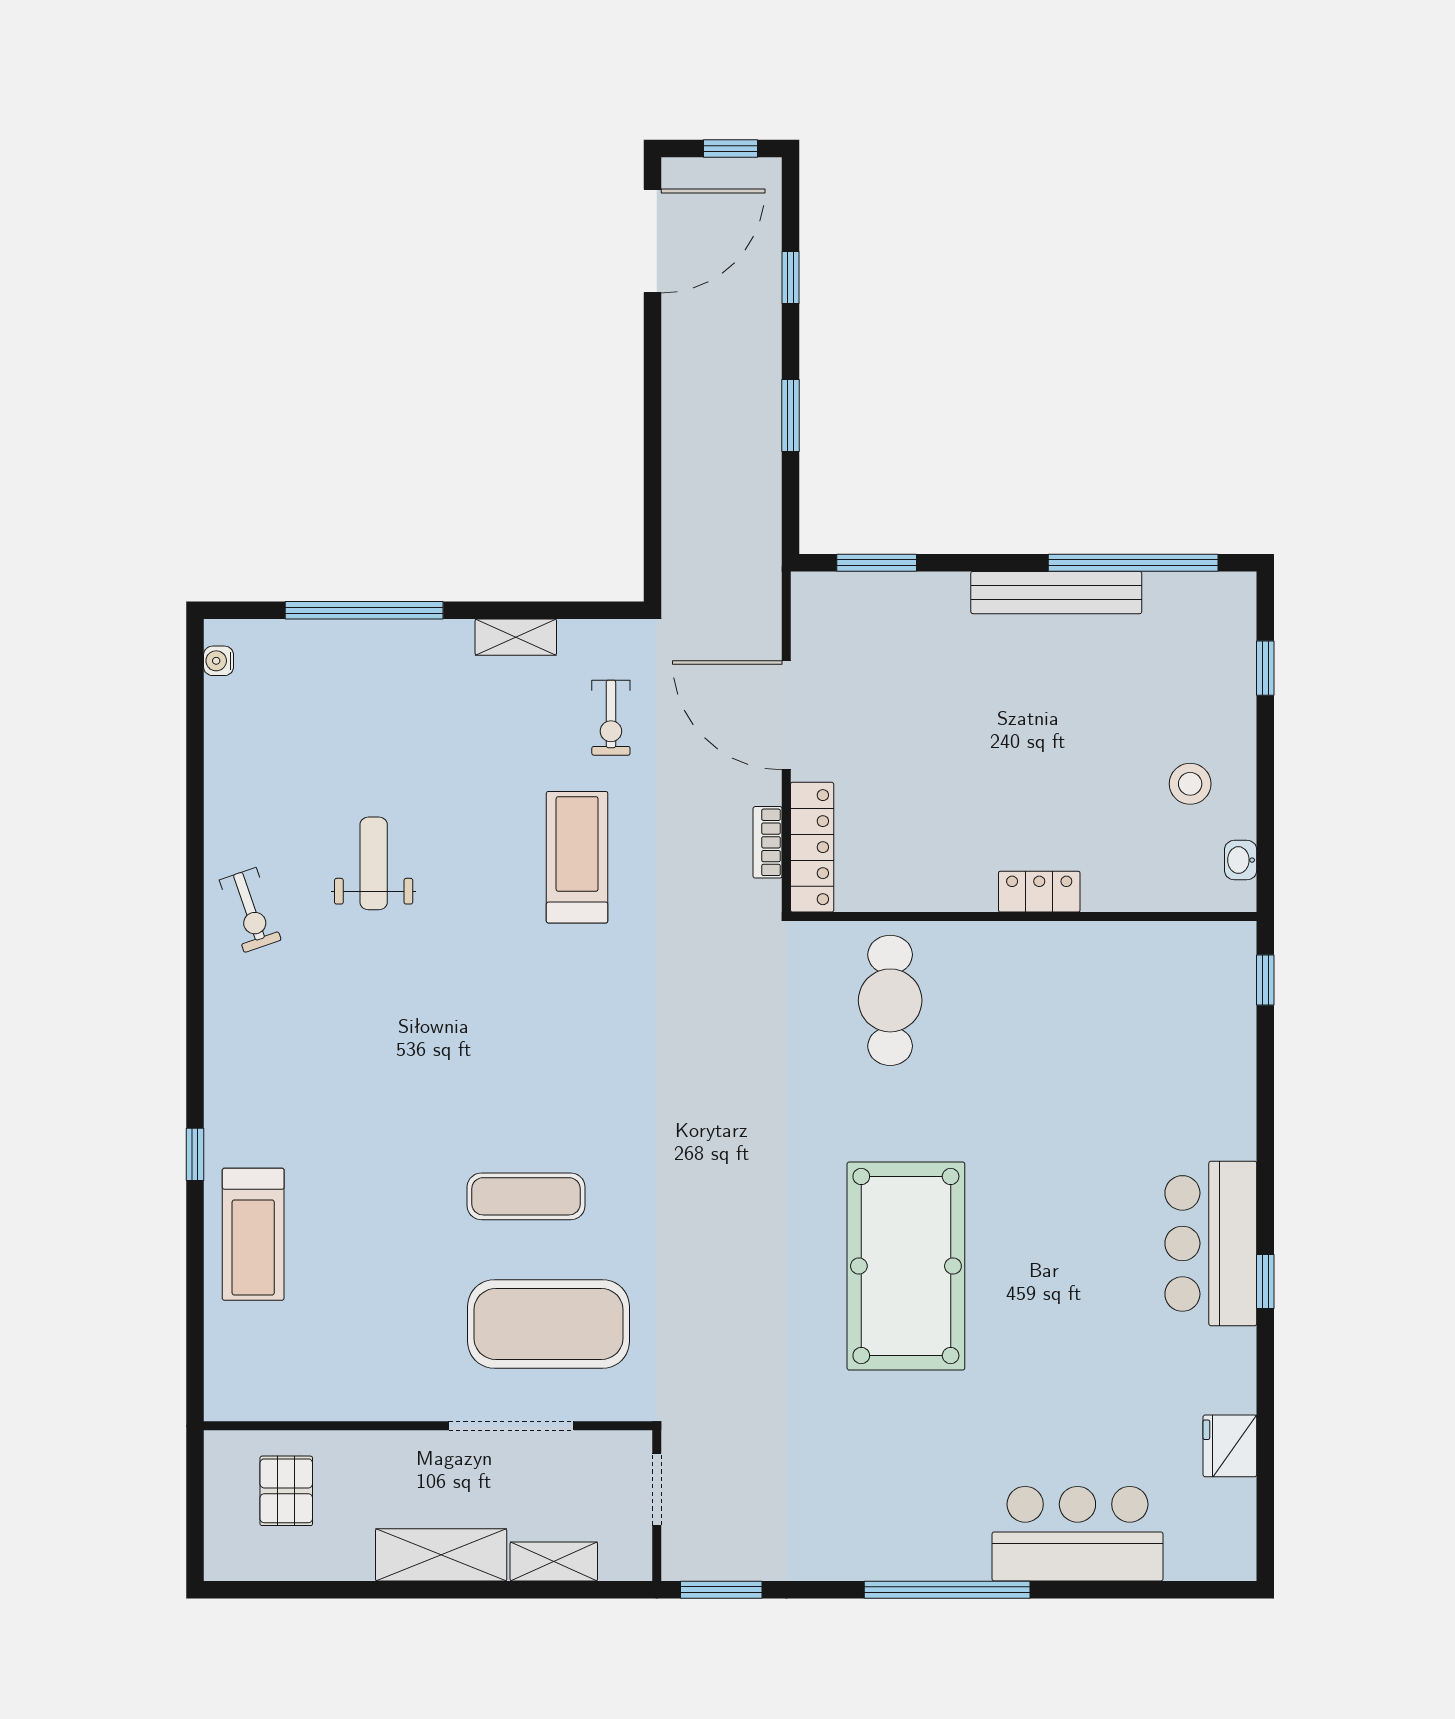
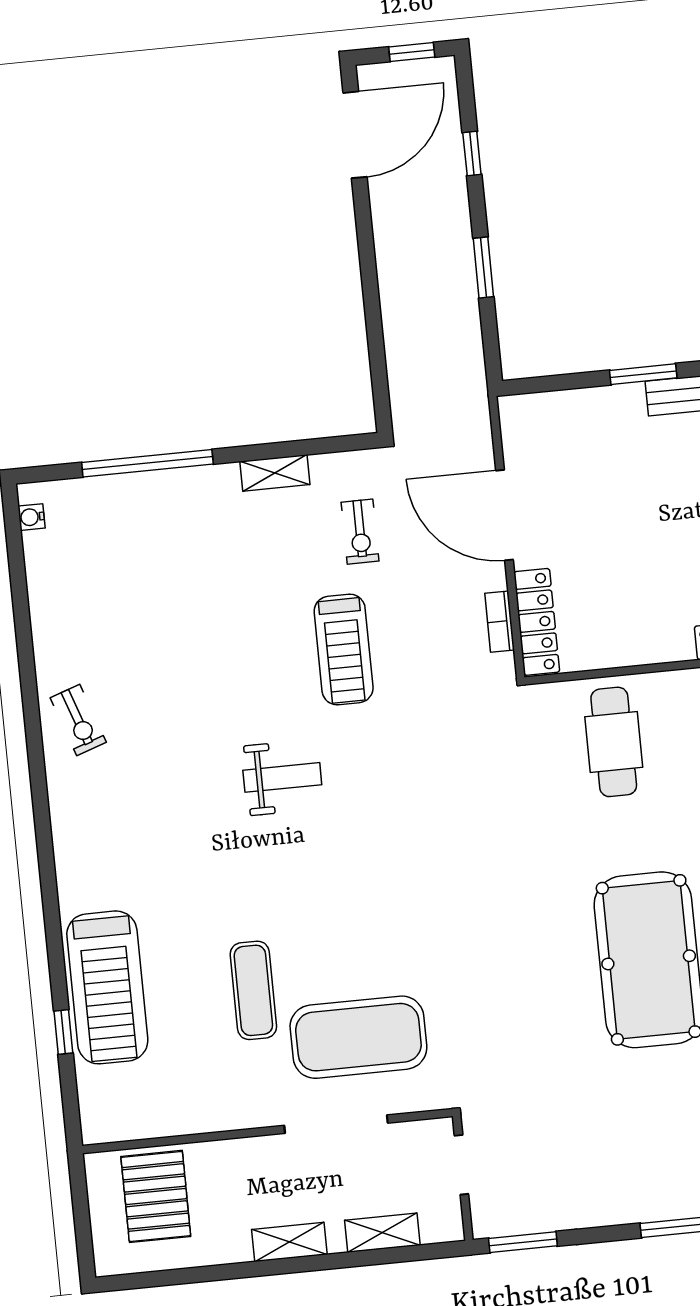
window: (877, 563) -> (643, 374), moved
treadmill: (577, 857) -> (344, 650), turned 180
weight bench: (374, 863) -> (282, 777), moved, turned 90
window: (195, 1154) -> (63, 1032), moved
exercise mat: (526, 1196) -> (253, 990), moved, turned 90
treadmill: (253, 1234) -> (107, 987), width x1.37, depth x1.38
pallet: (286, 1491) -> (156, 1196), width x1.50, depth x1.42
shelving: (441, 1555) -> (289, 1242), width x0.67, depth x0.75

